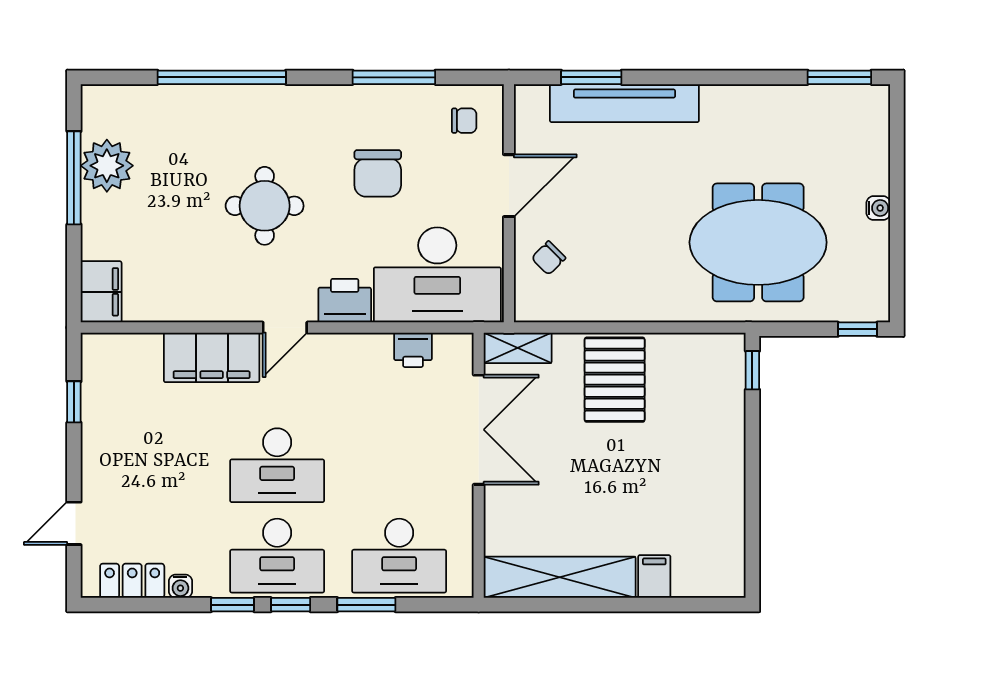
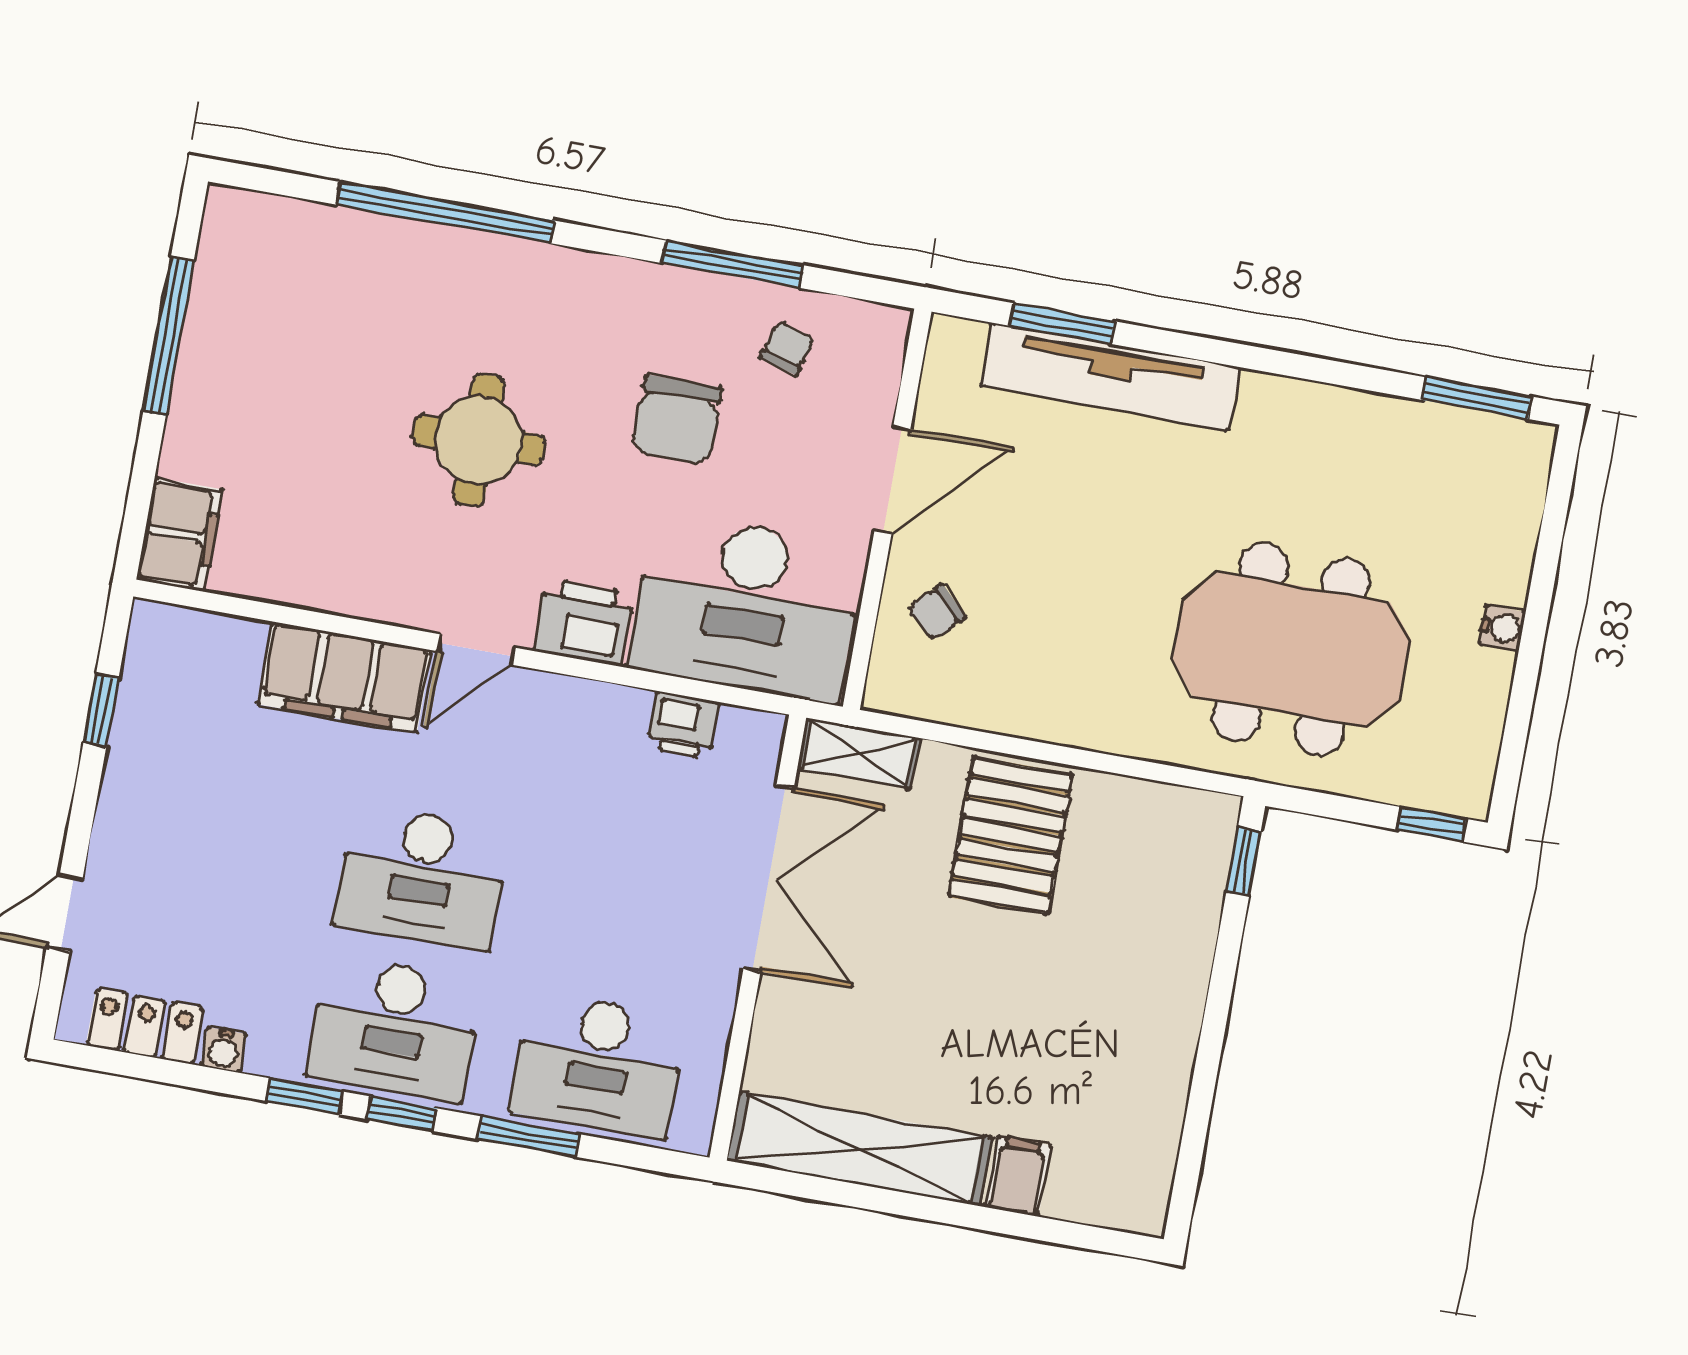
chair: (464, 121) -> (787, 348), moved, turned -74
plant: (107, 166) -> (227, 326), removed

